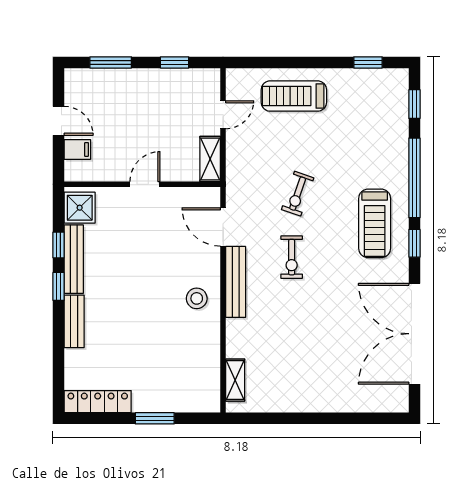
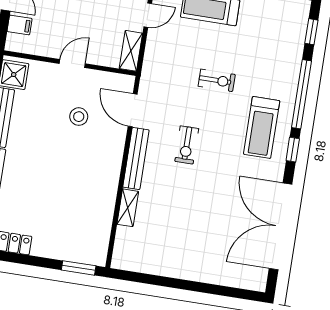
exercise bike: (298, 194) -> (217, 80), moved, turned -109
stool: (197, 298) -> (79, 117), moved
shelving: (235, 380) -> (128, 208), moved
window: (155, 418) -> (79, 268), moved

